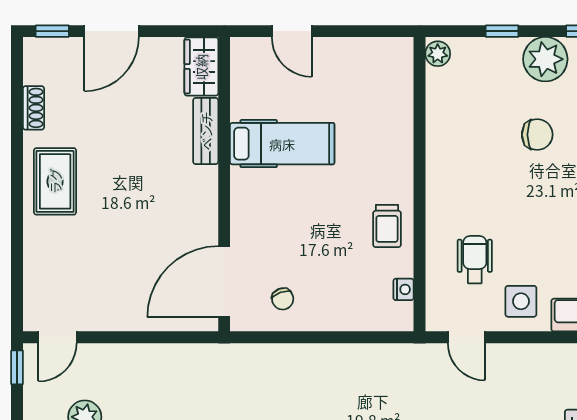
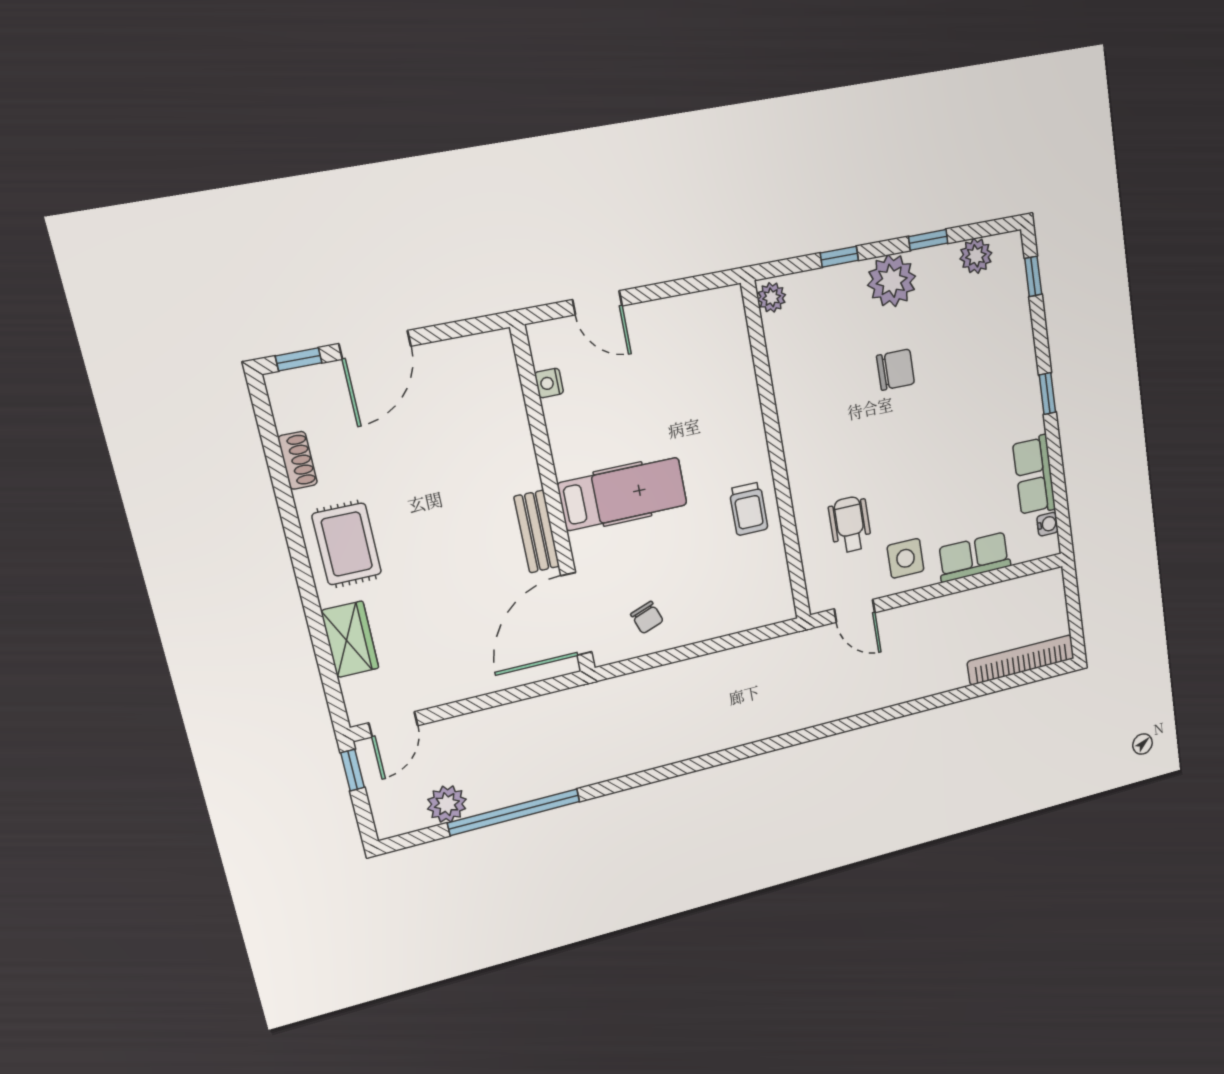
wardrobe: (201, 67) -> (350, 639), moved, turned 180
bench: (206, 131) -> (537, 532), moved
hospital bed: (282, 144) -> (623, 494), moved
nightstand: (403, 289) -> (549, 383), moved, turned 180

